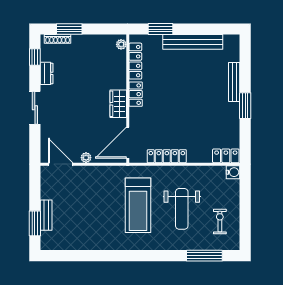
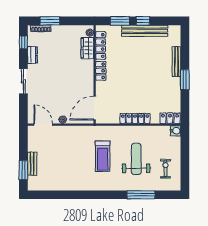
window: (191, 29) -> (143, 21), added
wardrobe: (118, 104) -> (87, 48), moved
locker: (167, 156) -> (135, 118), moved
treadmill: (138, 205) -> (103, 156), width x0.73, depth x0.73
weight bench: (182, 209) -> (136, 159), turned 180
window: (204, 256) -> (141, 195), moved

